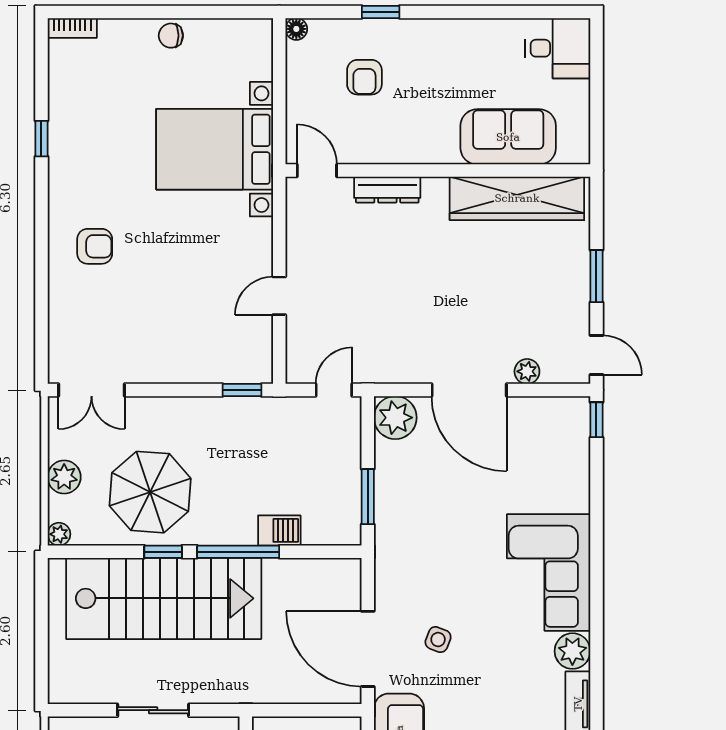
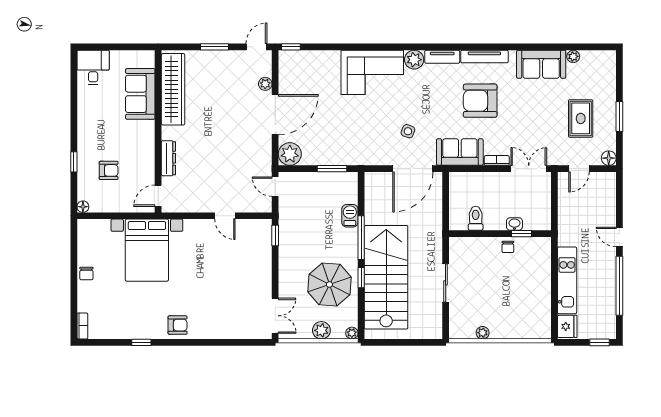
armchair: (95, 246) -> (178, 325), moved, turned 90

